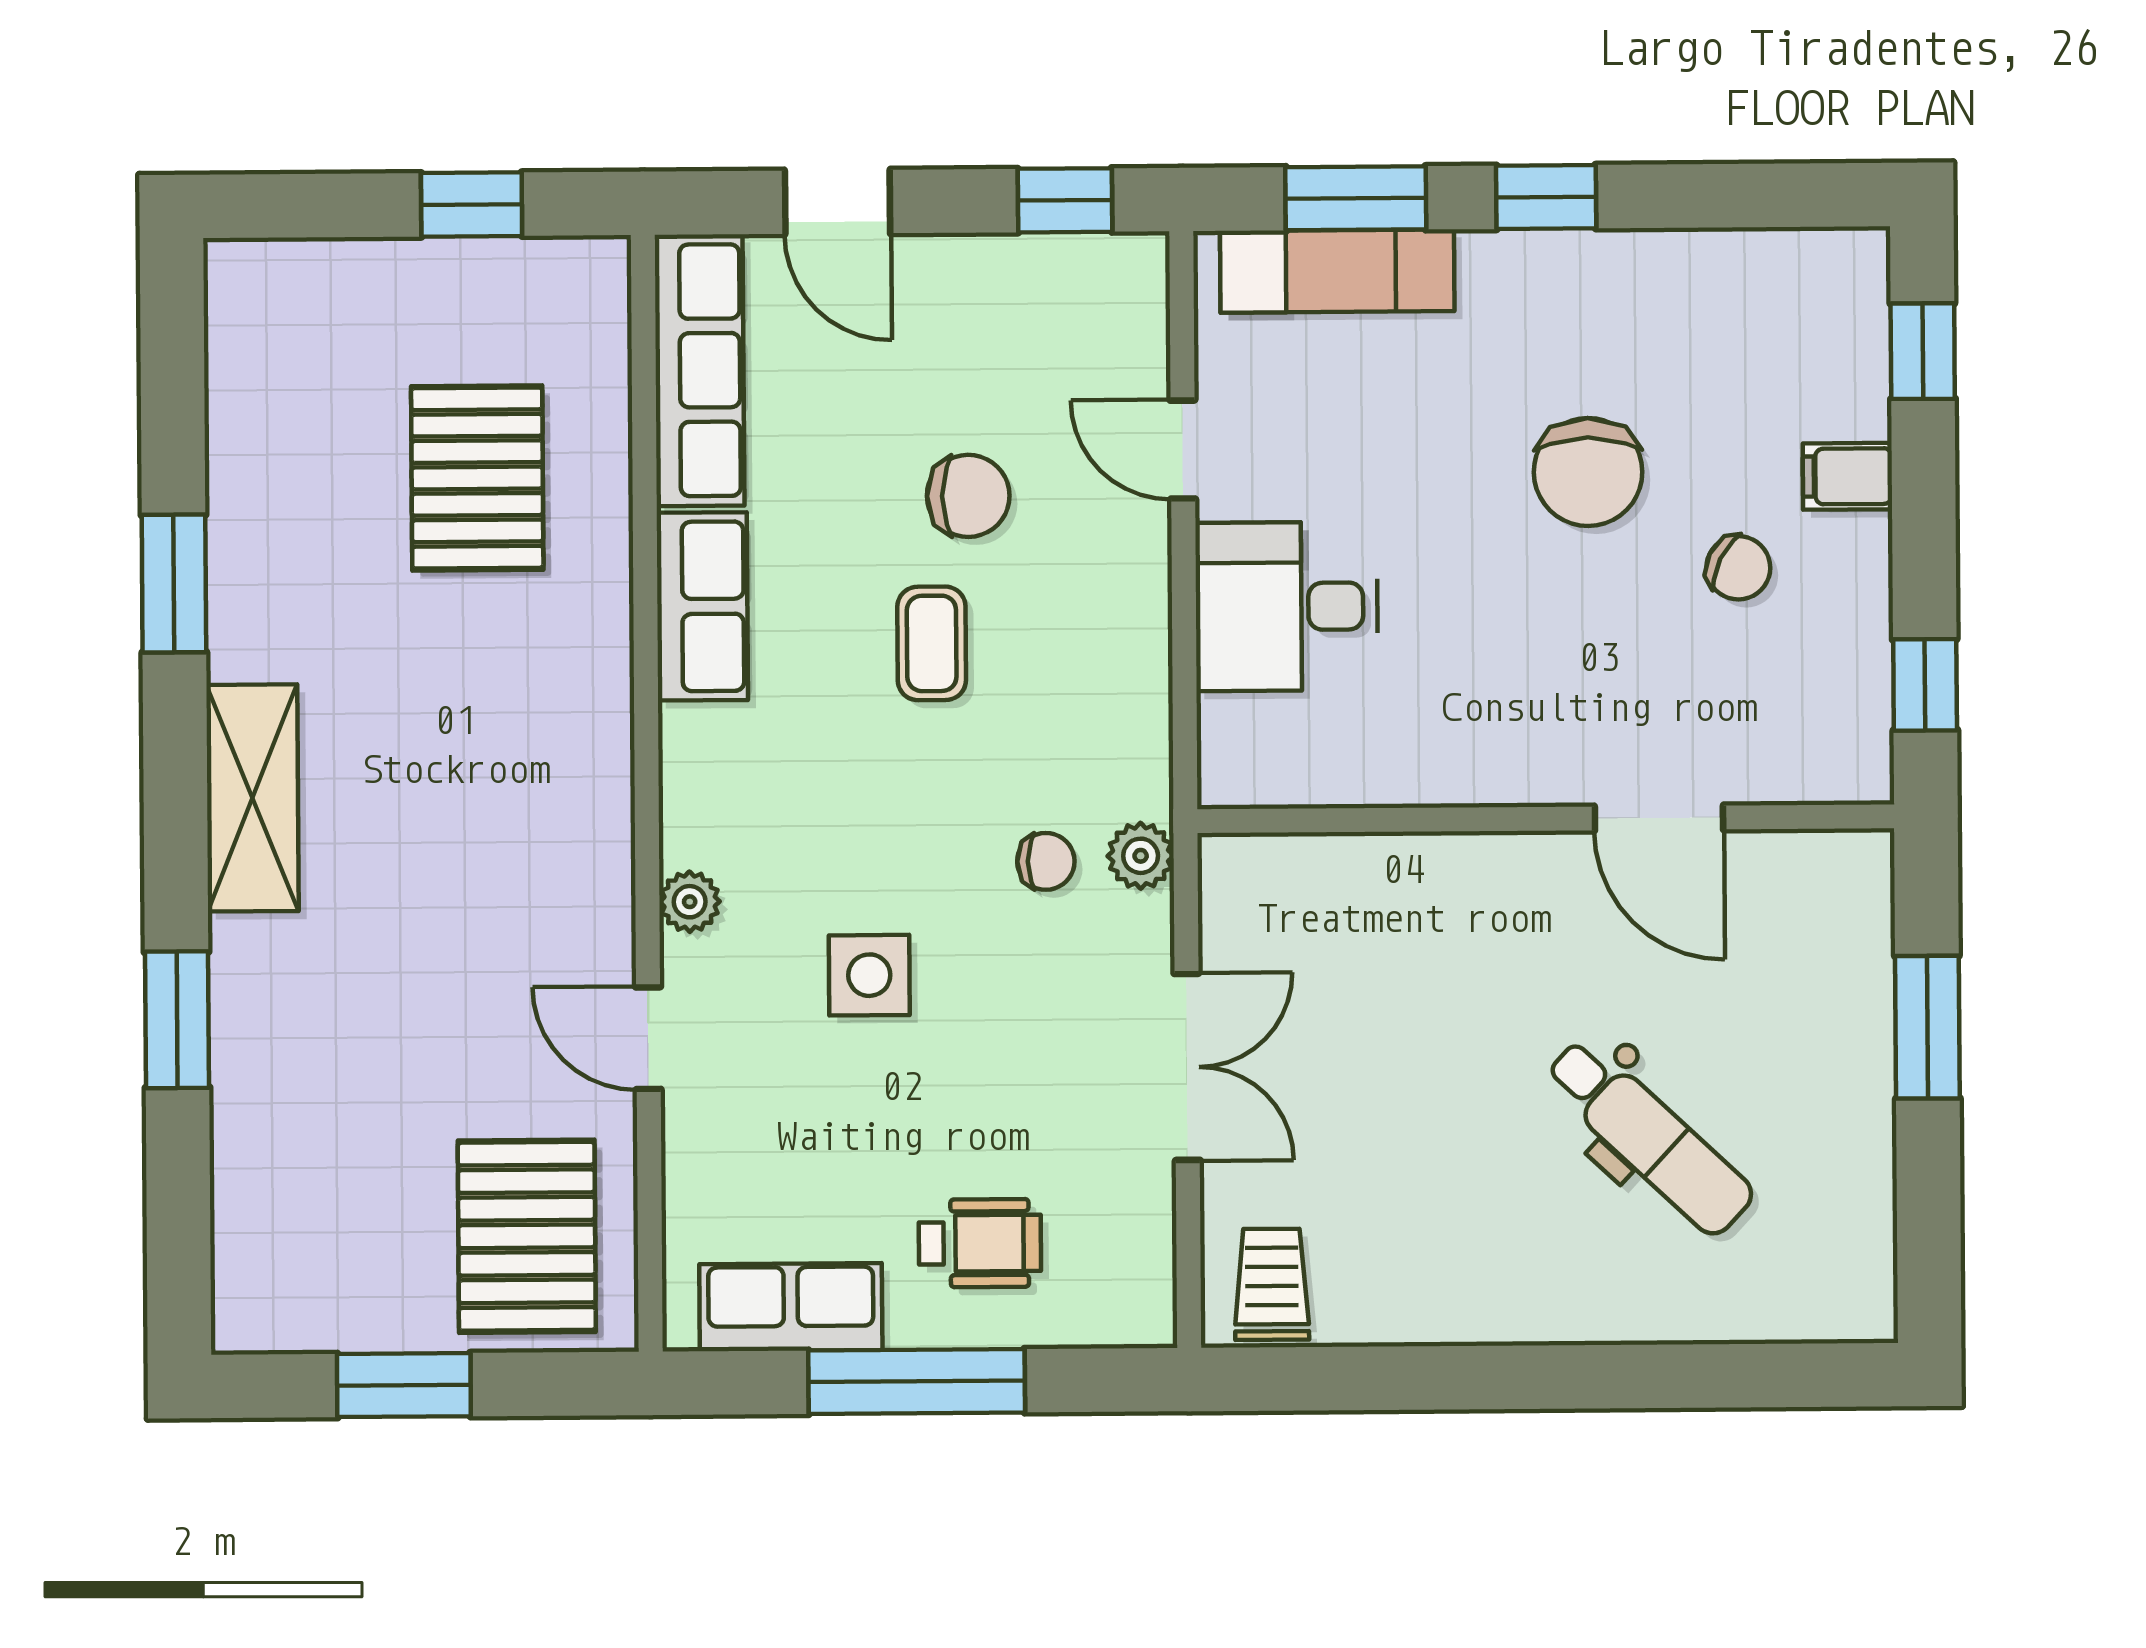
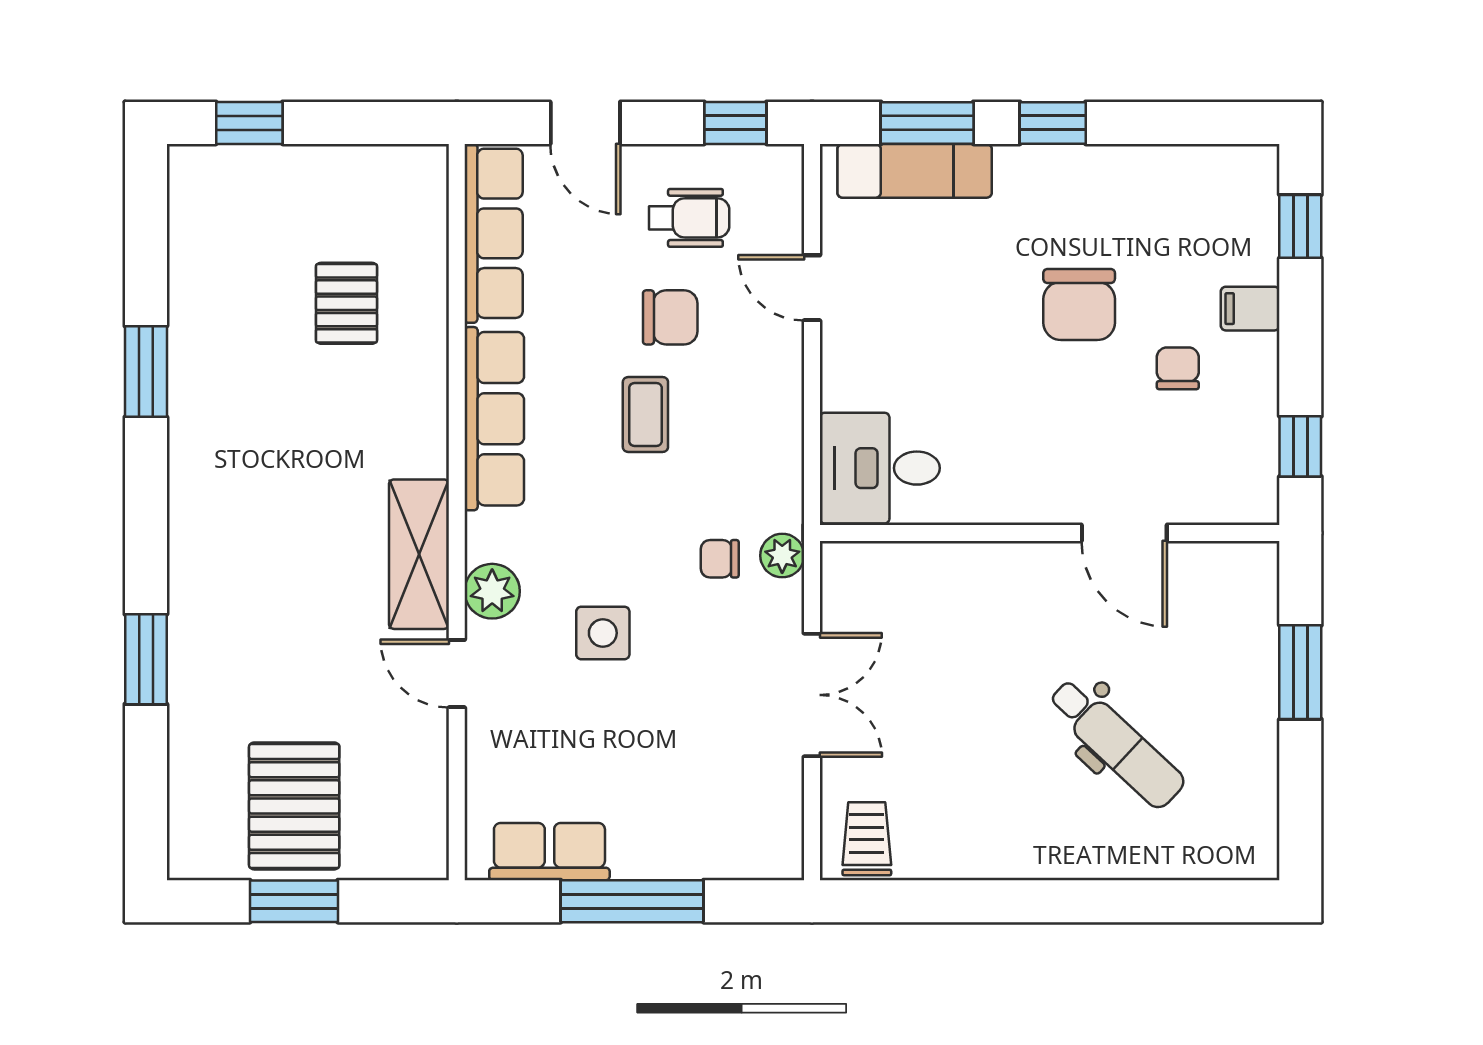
window: (472, 204) -> (249, 123), moved
pallet: (477, 478) -> (346, 303), width x0.67, depth x0.71
chair: (1738, 568) -> (1178, 368), turned -117
row of seats: (702, 606) -> (494, 419), width x1.48
desk: (1287, 606) -> (880, 468), moved
shelving: (252, 798) -> (419, 554), moved
chair: (1046, 861) -> (720, 559), turned 180
plant: (690, 902) -> (492, 591), width x1.38, depth x1.38
pallet: (527, 1236) -> (294, 806), moved
wheelchair: (980, 1243) -> (689, 218), moved

